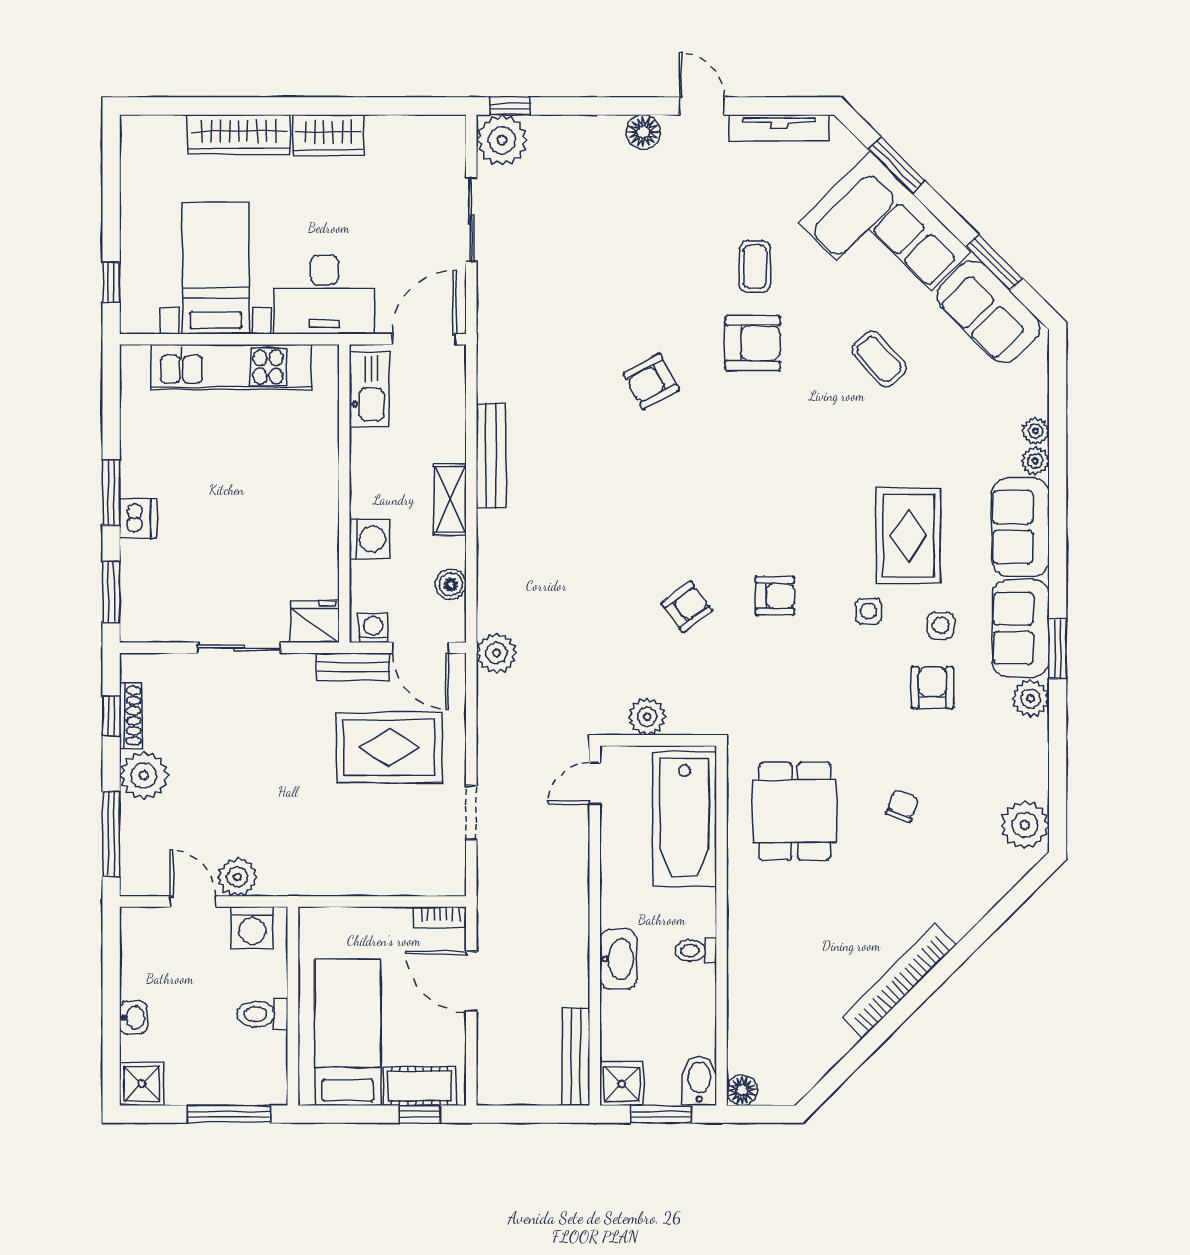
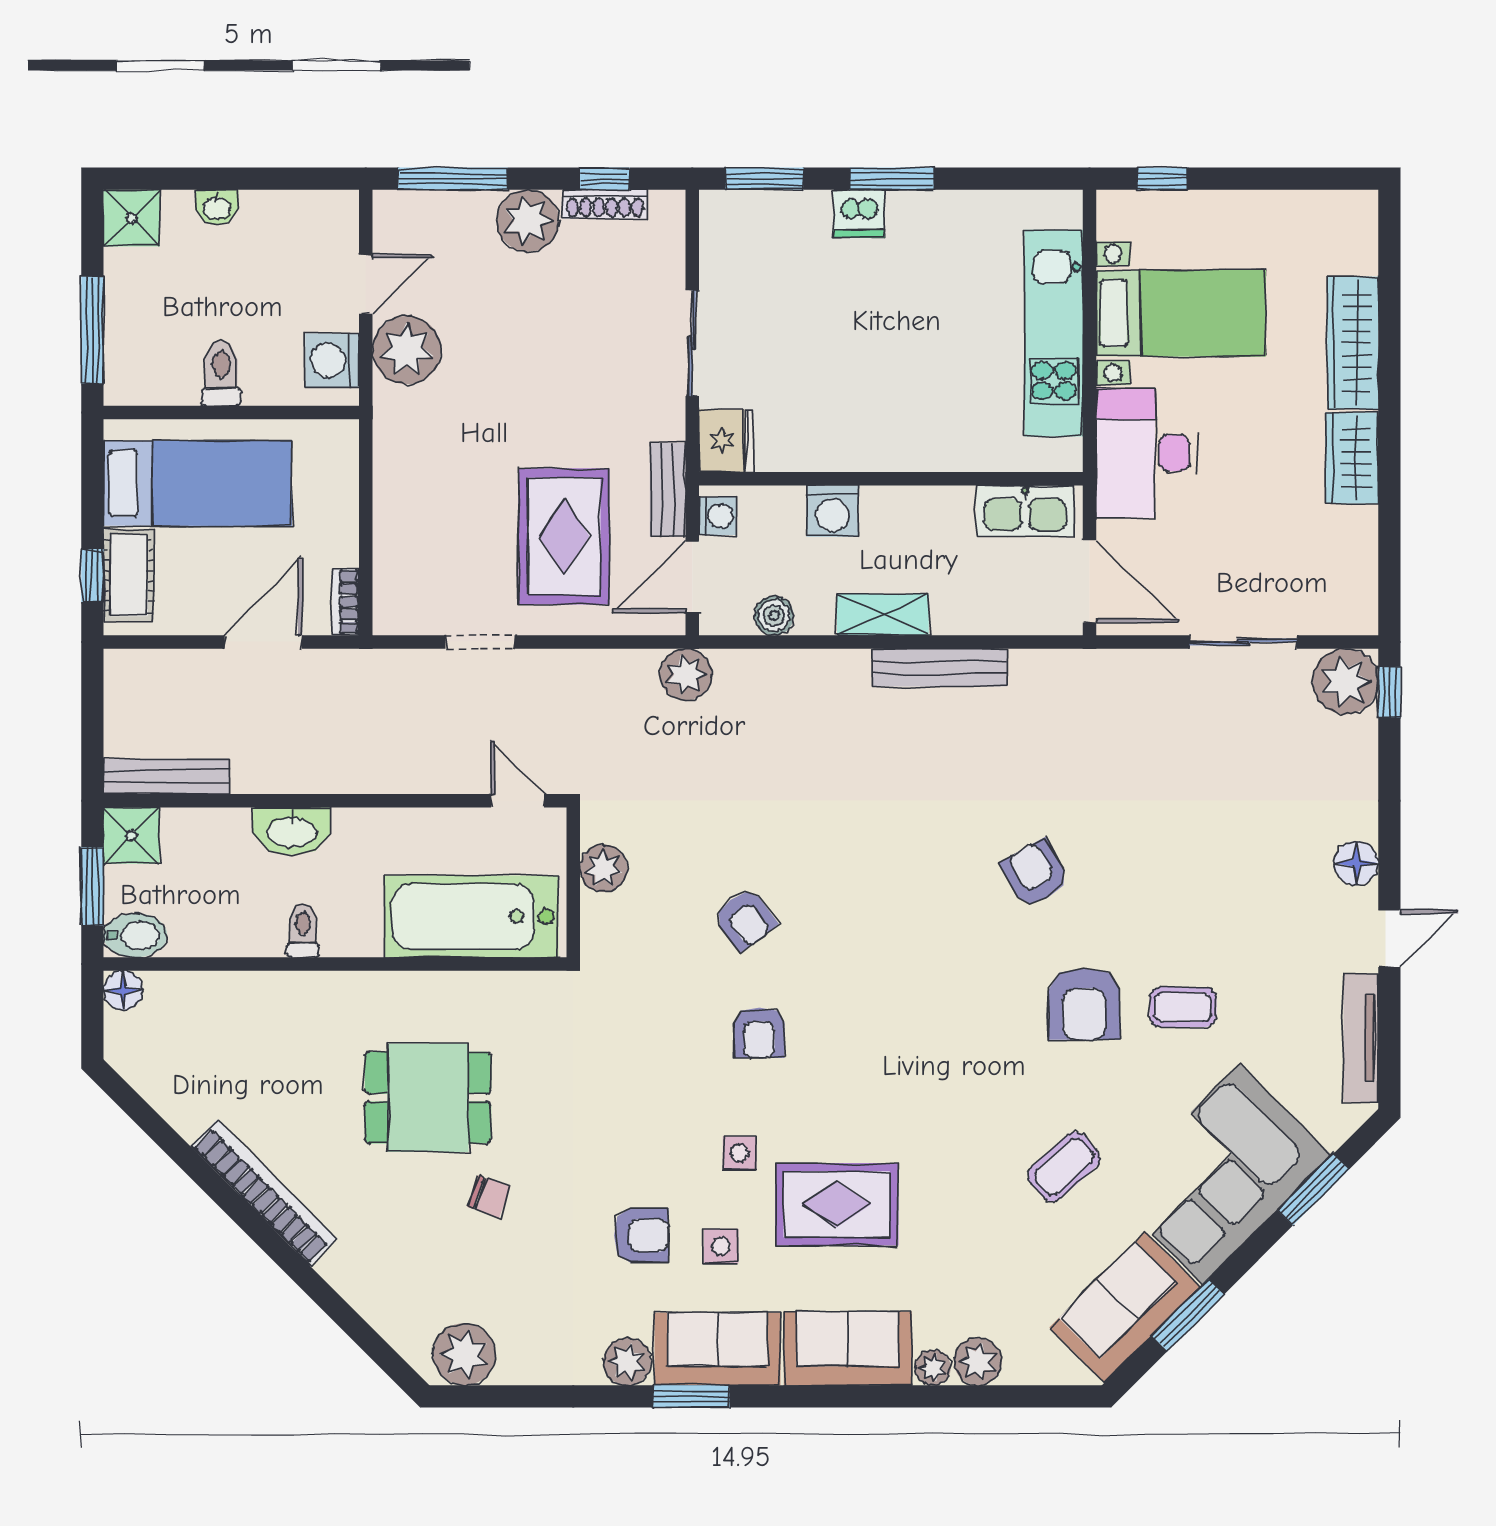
plant: (1036, 431) -> (978, 1362), width x1.38, depth x1.38
dining table: (795, 811) -> (428, 1098), moved
plant: (237, 877) -> (407, 350), width x1.36, depth x1.36

